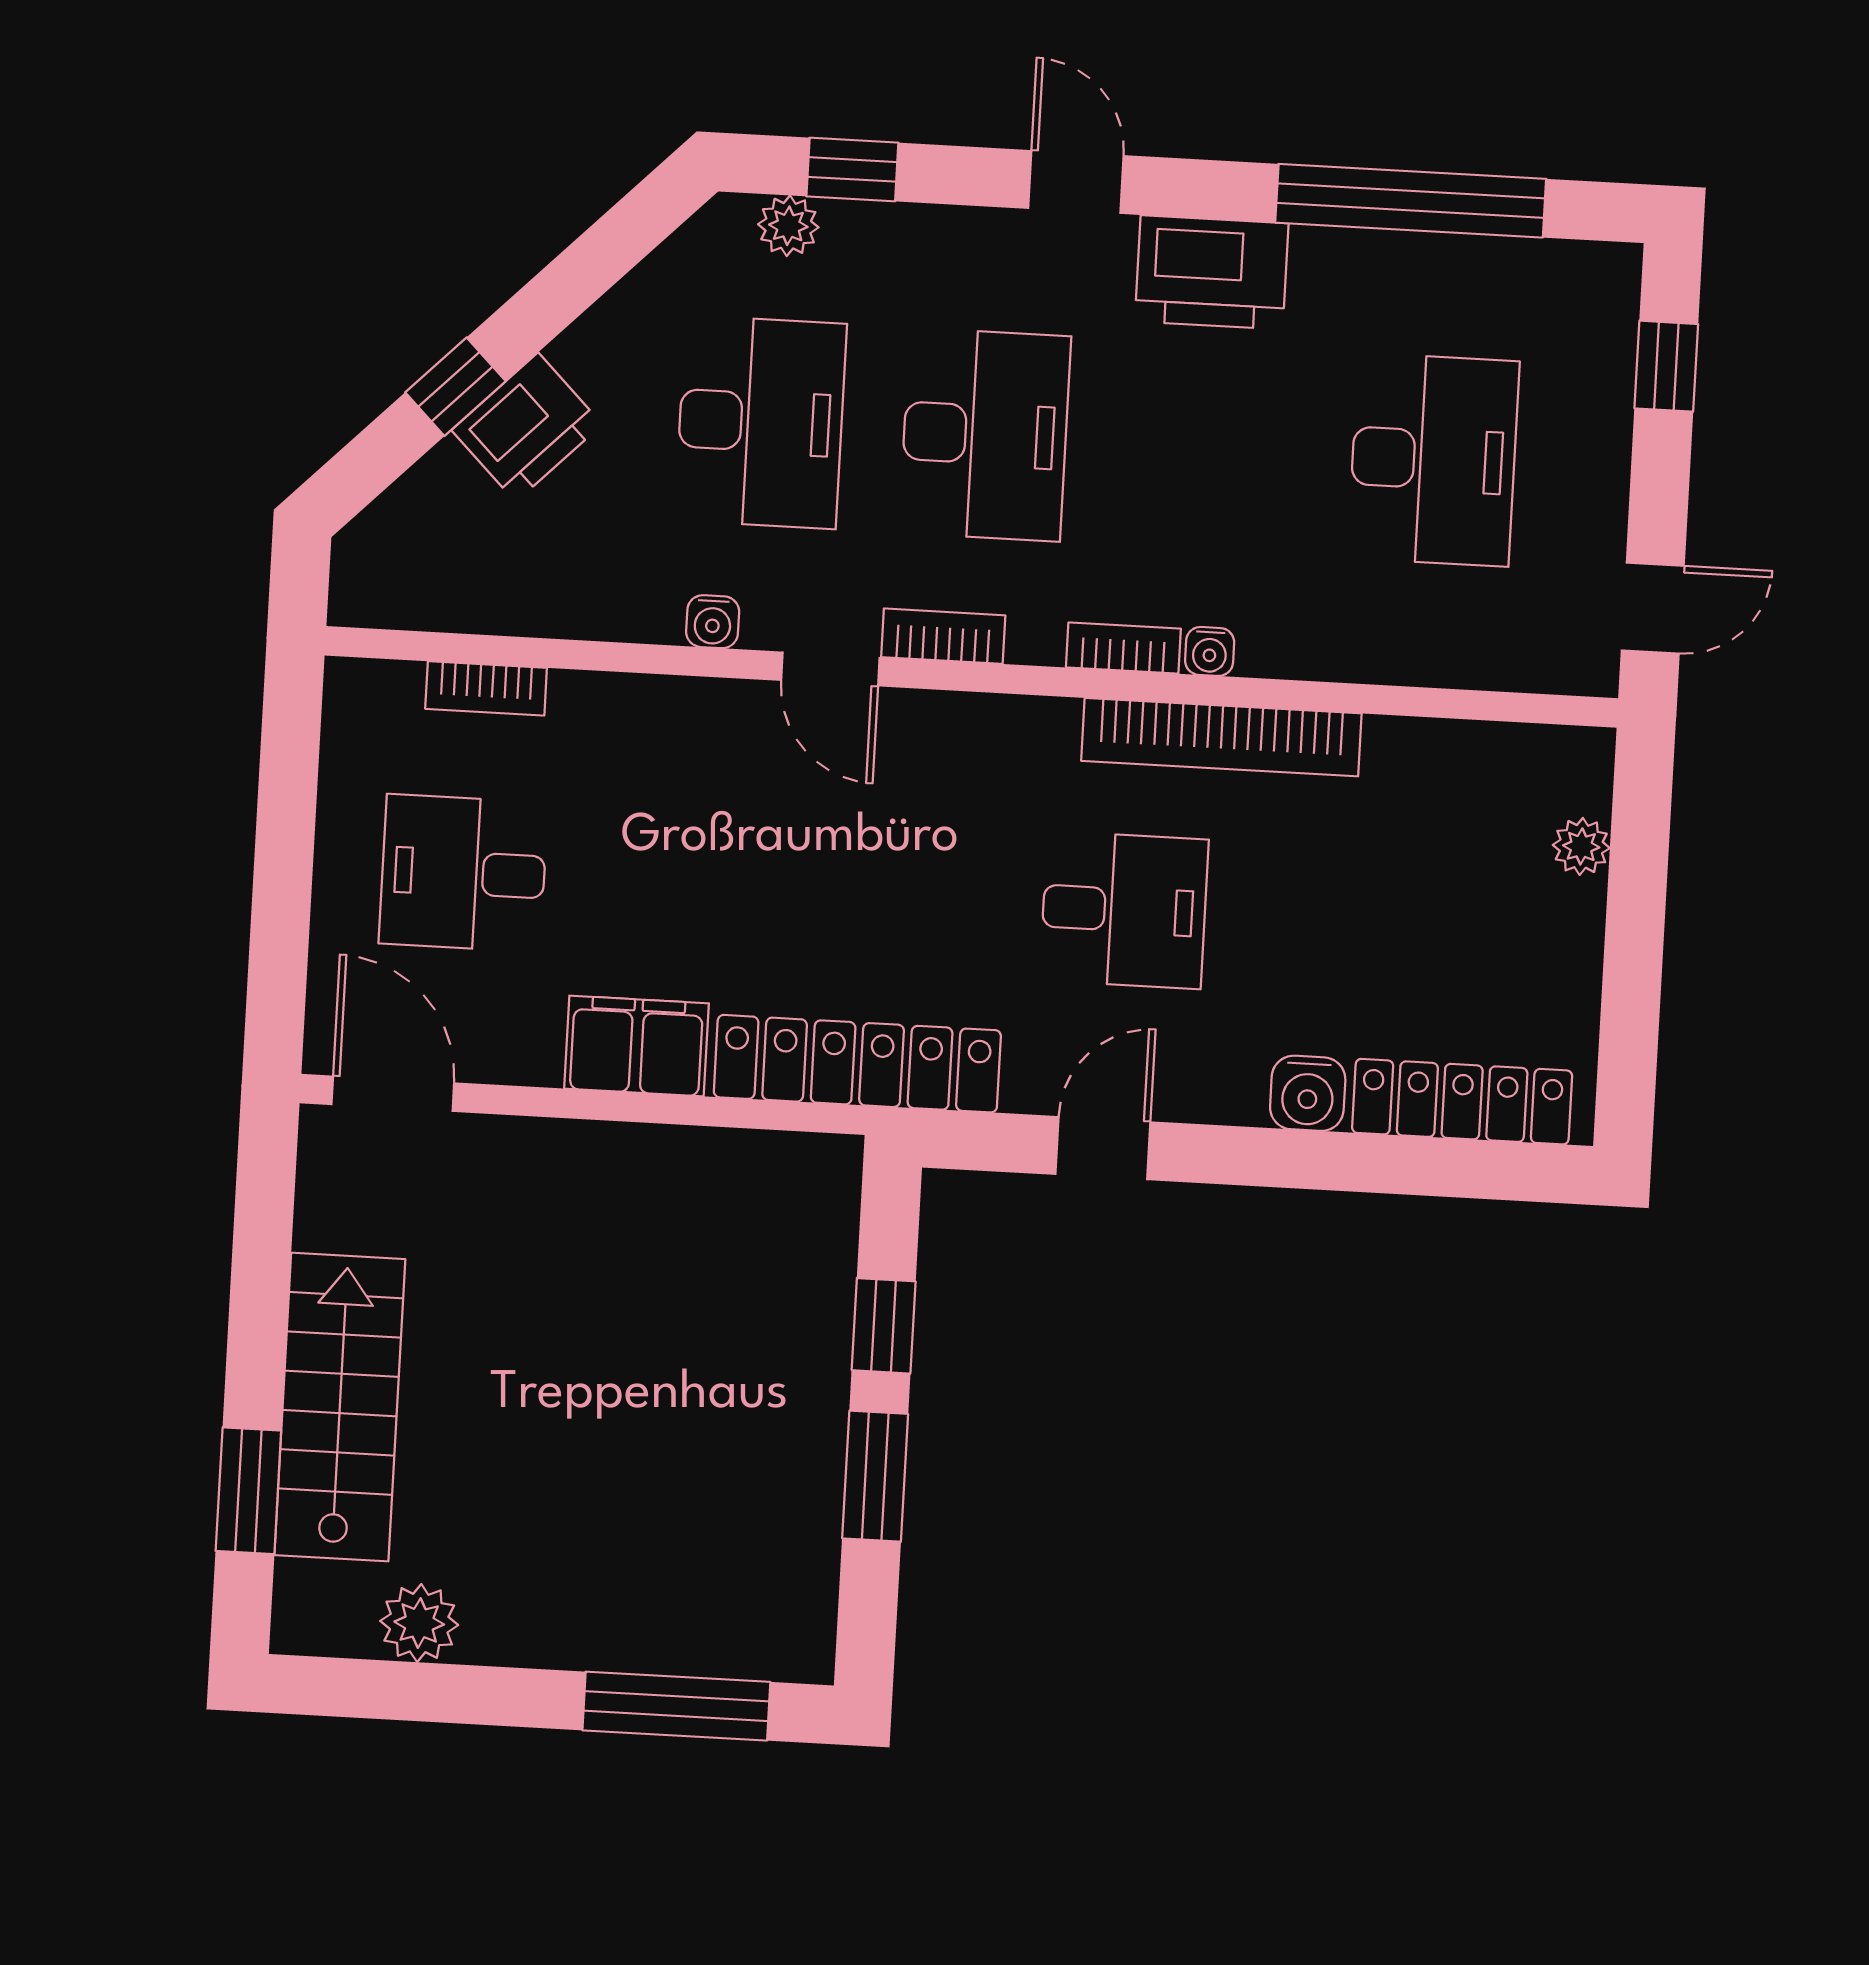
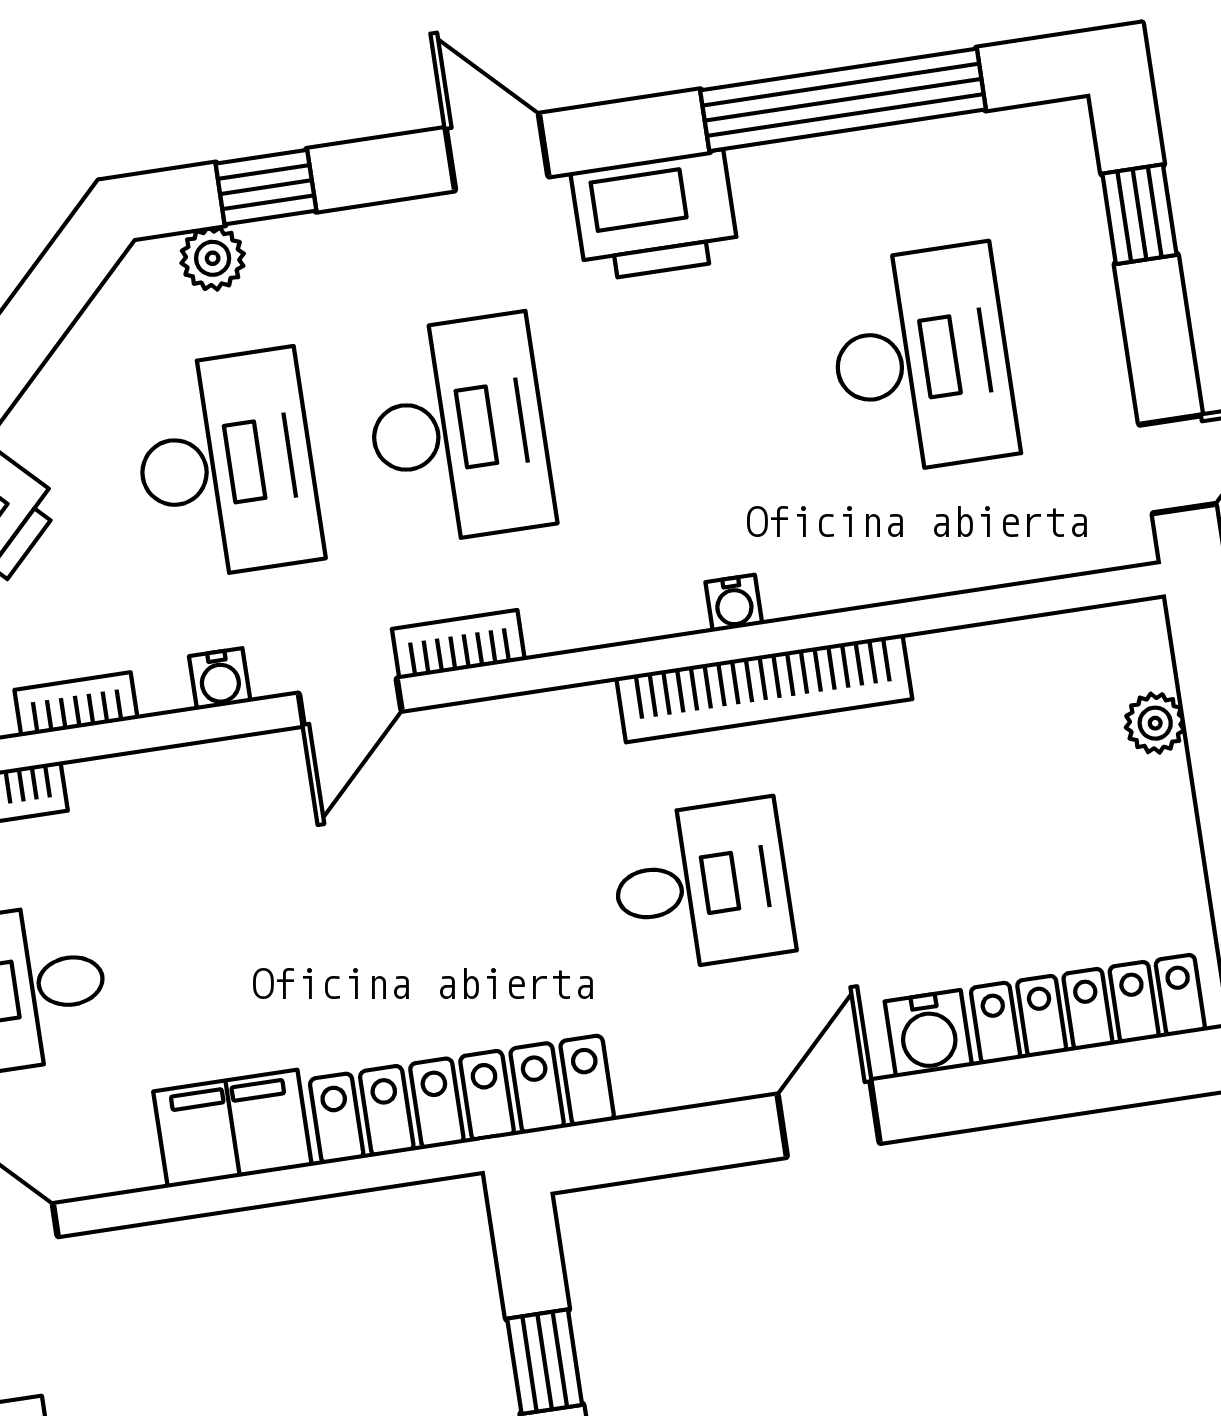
bookcase: (1123, 648) -> (76, 704), moved
door: (830, 669) -> (350, 702), hinge flipped
door: (1103, 1148) -> (829, 1119), moved

